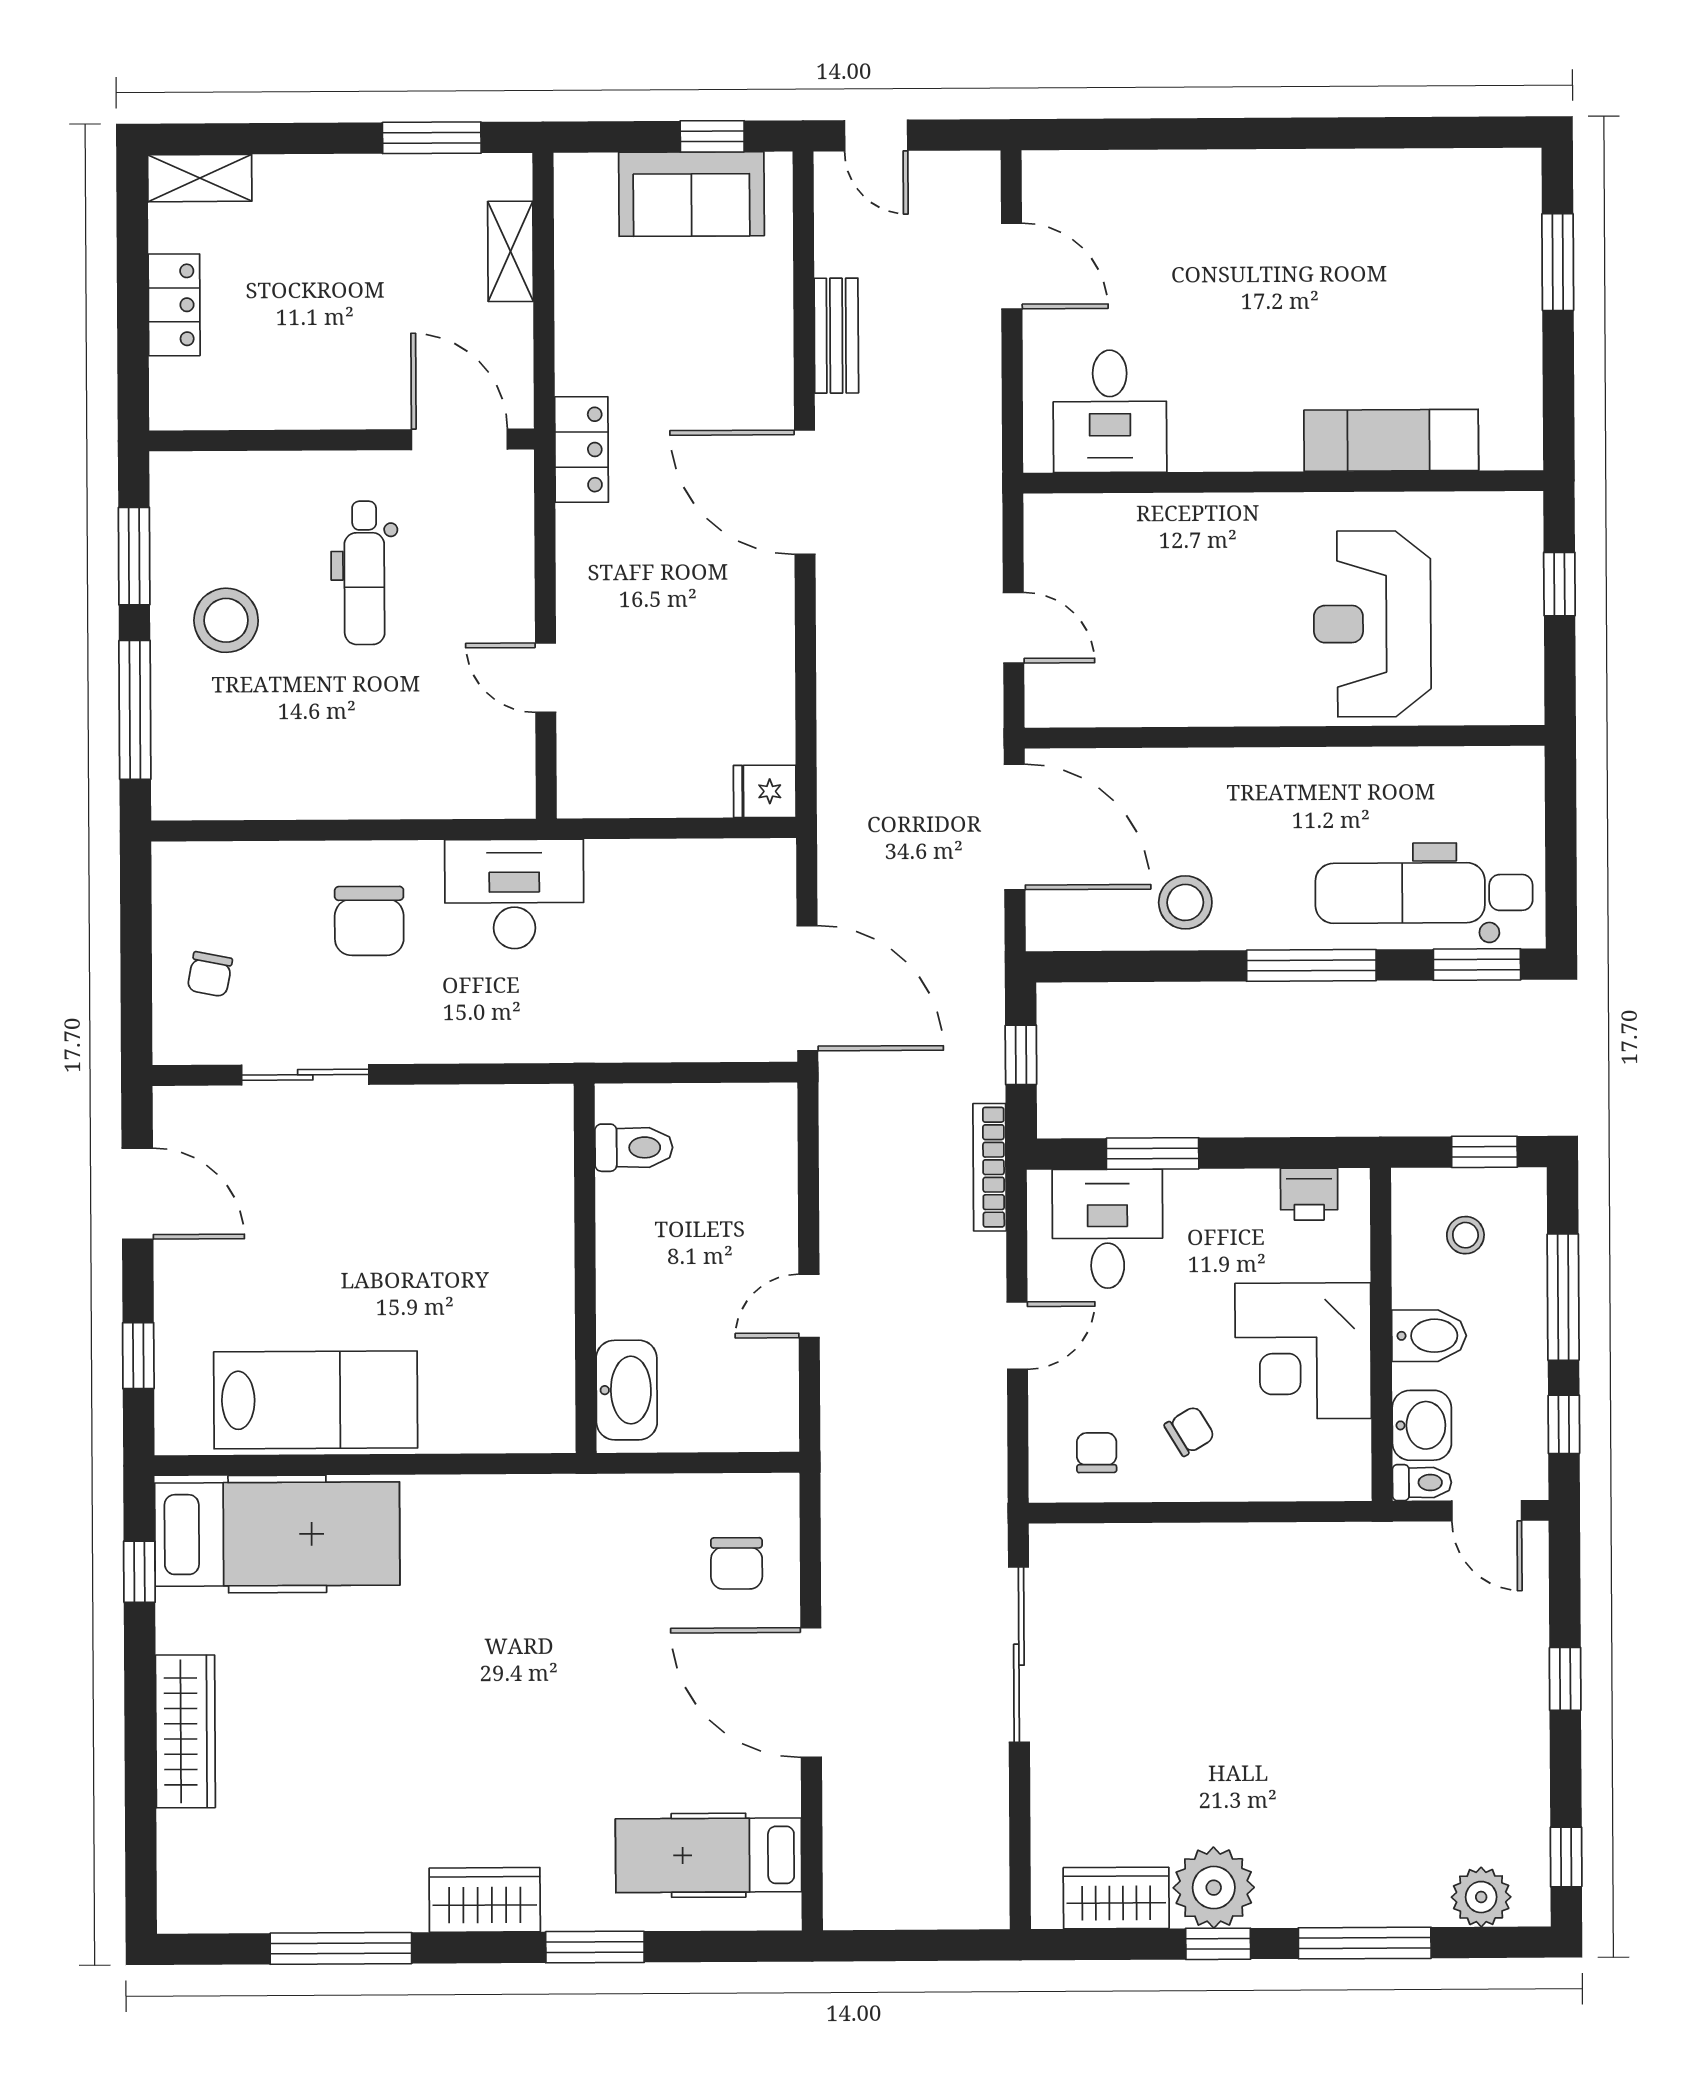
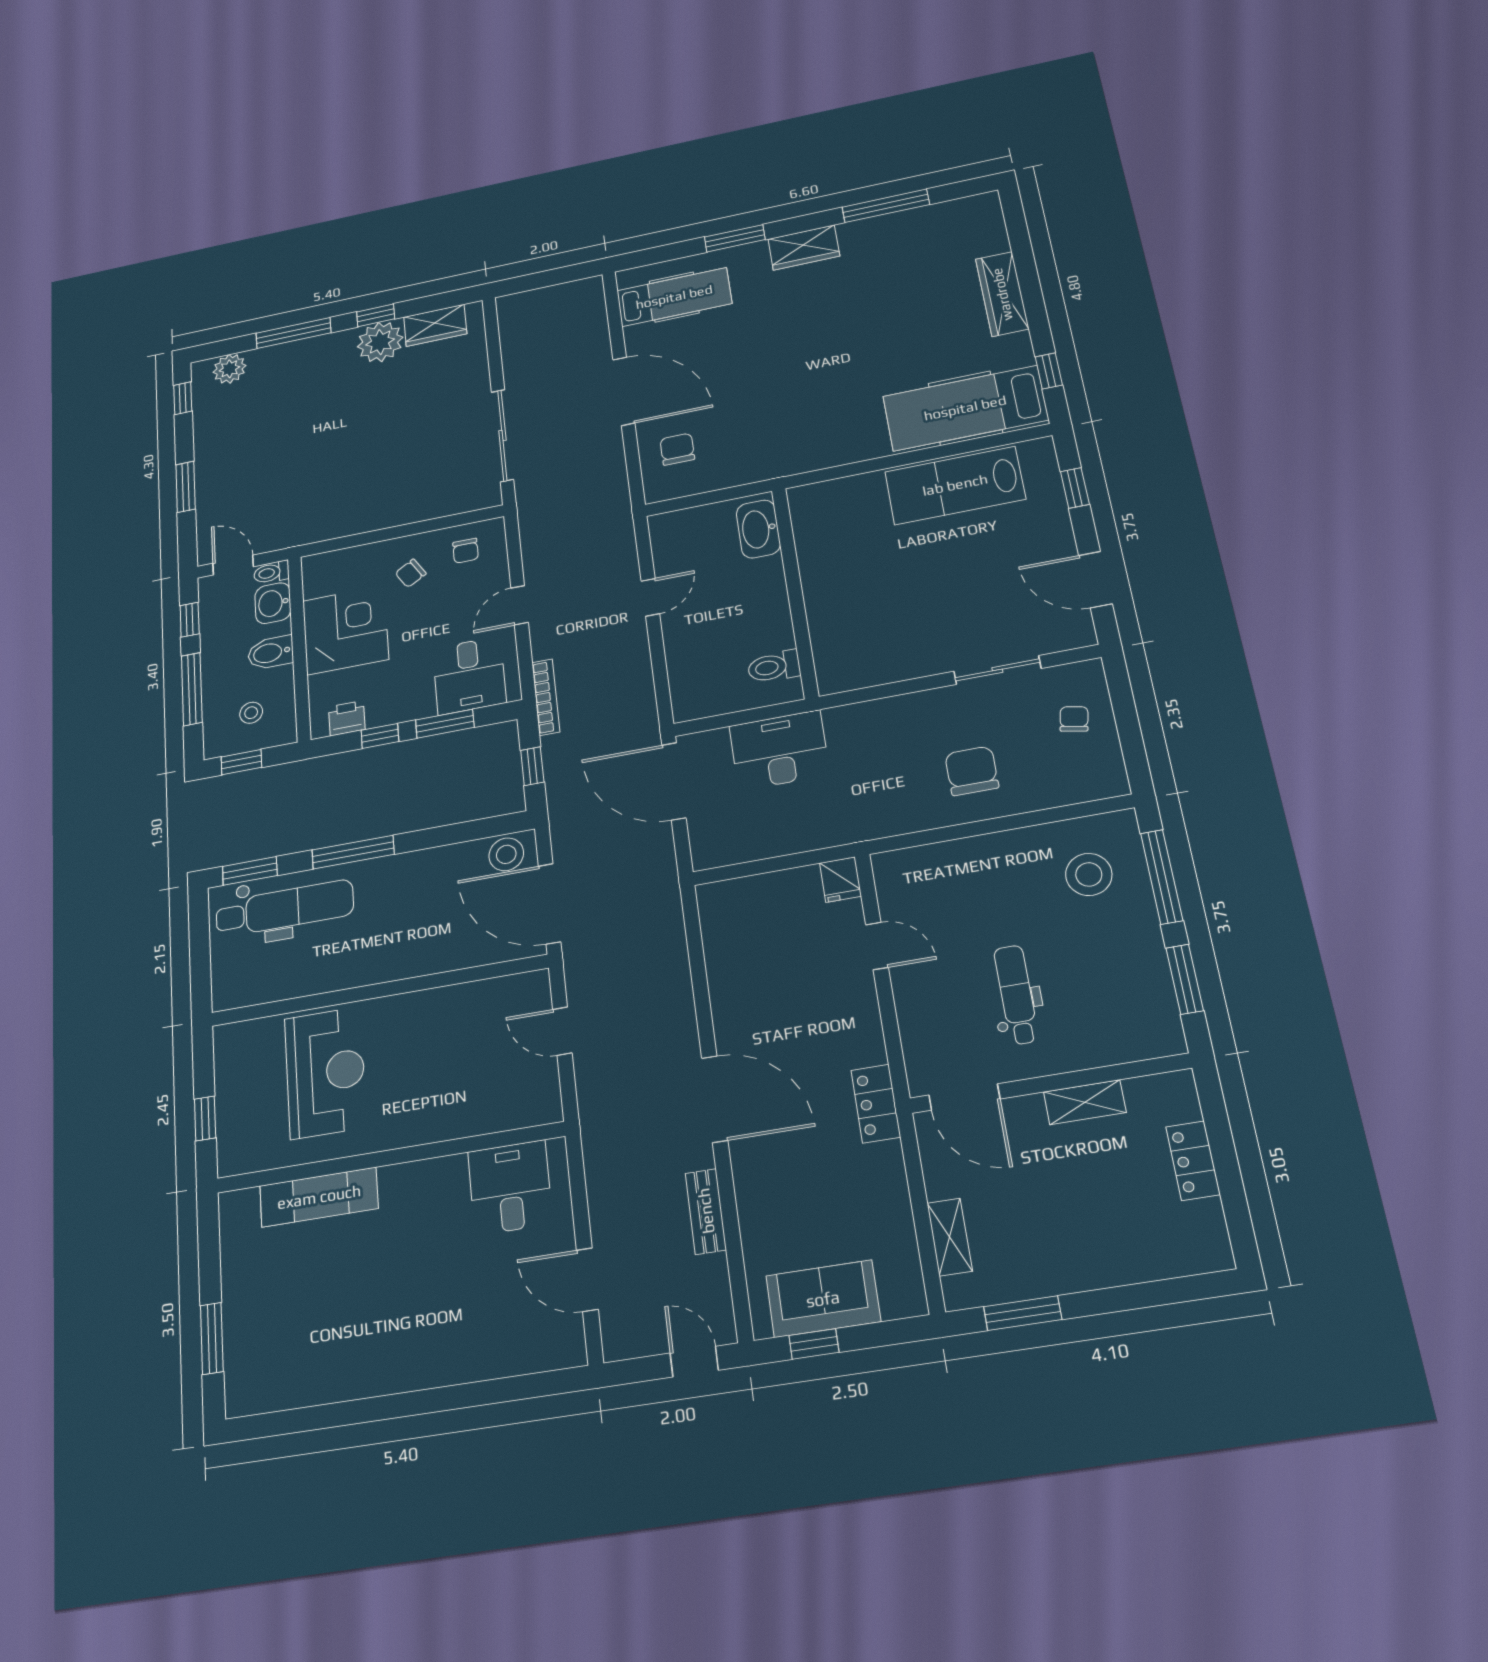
shelving: (200, 178) -> (1085, 1102), moved
stool: (226, 620) -> (1089, 874), moved
fridge: (765, 791) -> (841, 880), moved, turned 90
desk: (514, 894) -> (779, 750), moved, turned 180
stool: (1185, 902) -> (506, 854), moved
window: (1258, 1153) -> (380, 736), added
window: (1565, 1679) -> (186, 487), width x1.50

